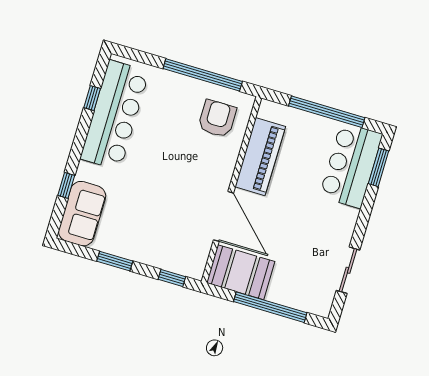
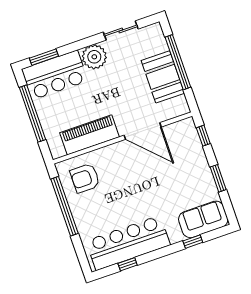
door: (223, 216) -> (143, 131), swing flipped
plant: (340, 222) -> (94, 57), added
booth: (241, 272) -> (163, 77), moved

